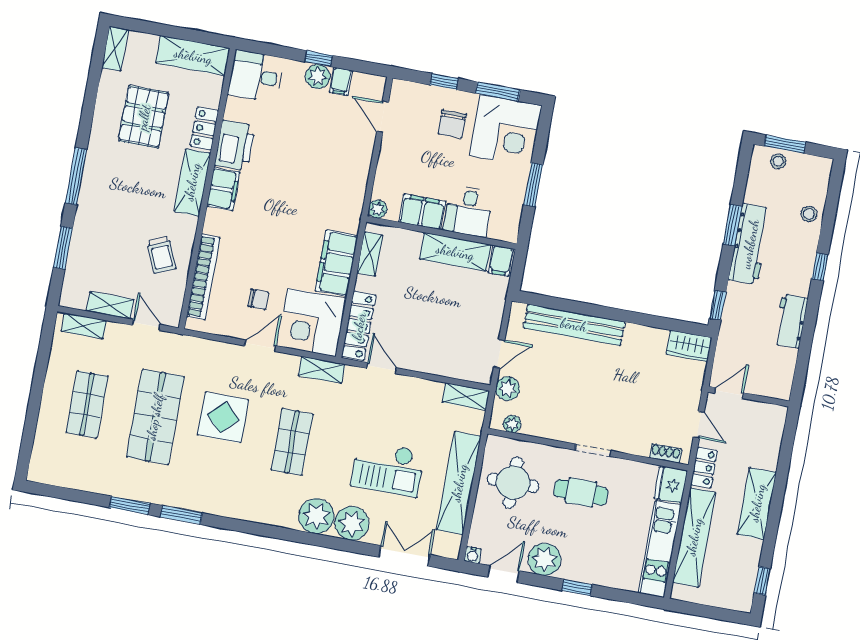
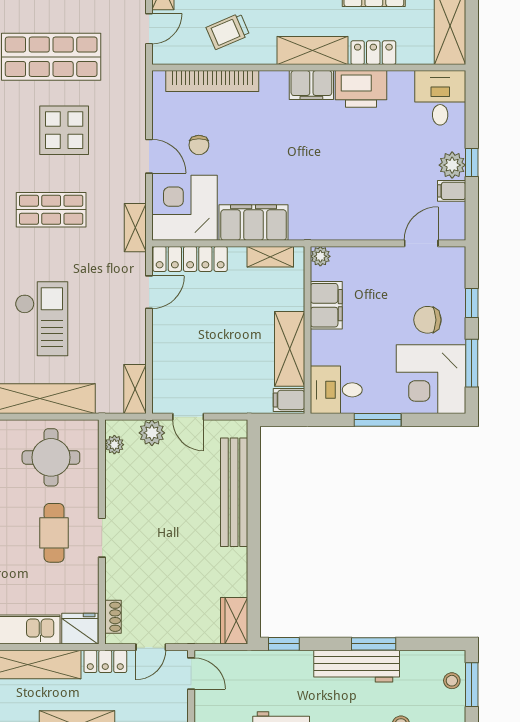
desk: (468, 211) -> (336, 390), moved
checkout: (388, 468) -> (41, 319), turned 180

